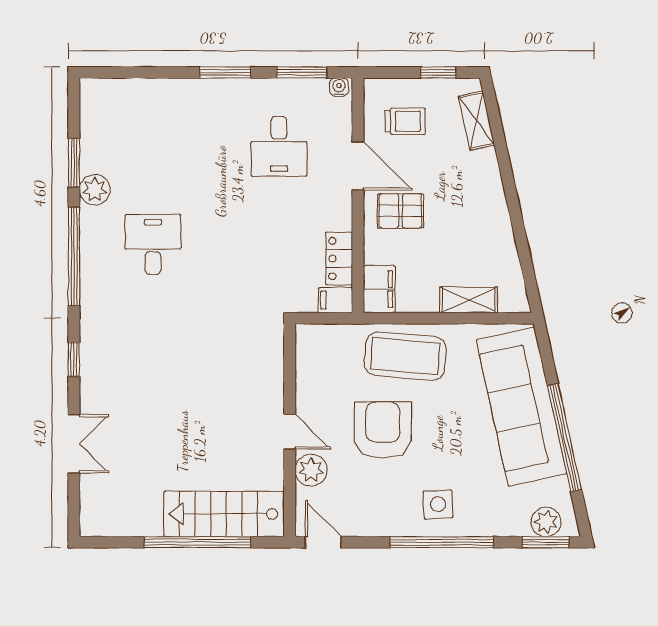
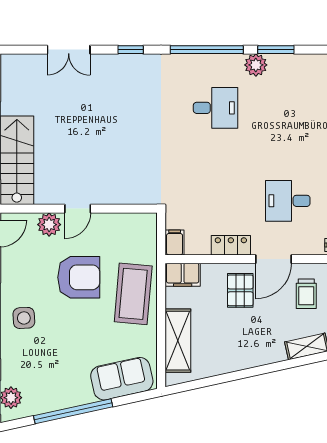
locker: (339, 259) -> (231, 245), moved
shelving: (469, 300) -> (178, 341), width x1.50, depth x1.33
sofa: (521, 407) -> (122, 379), width x0.54, depth x0.79

